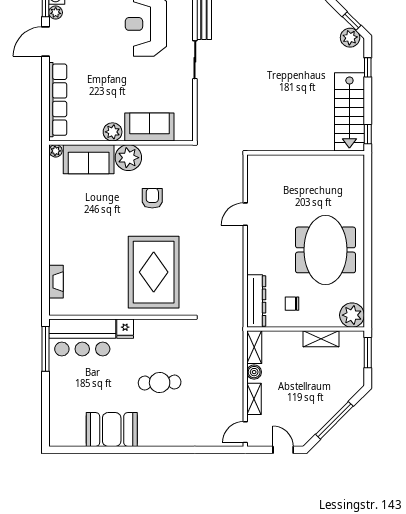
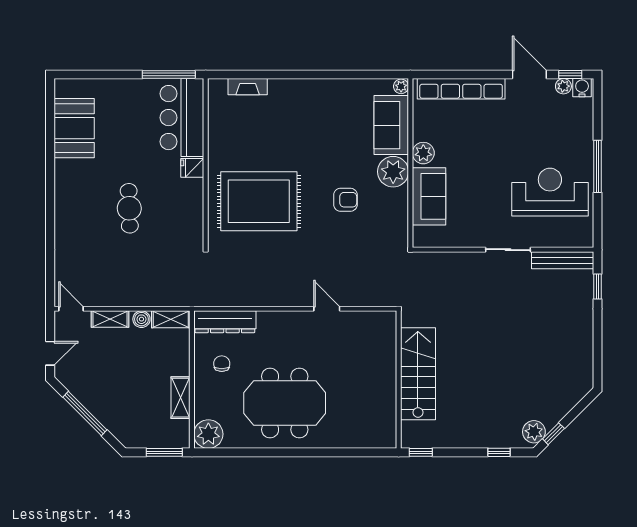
stairs: (349, 112) -> (418, 374), moved, turned 90
booth: (112, 429) -> (74, 128), moved

